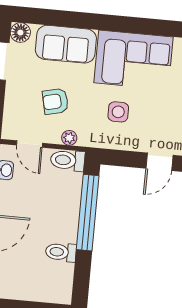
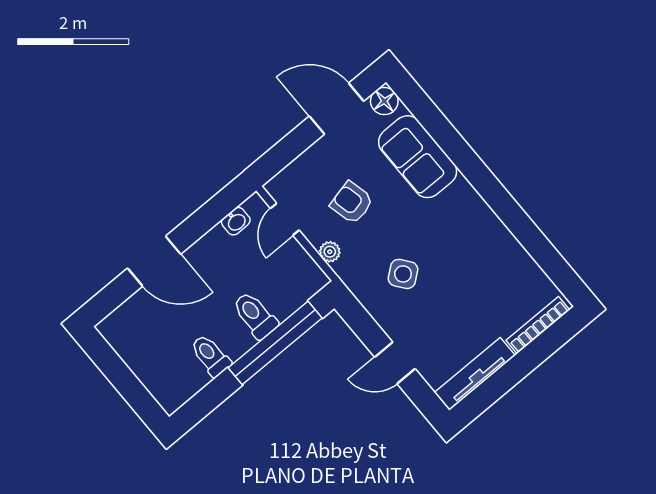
corner sofa: (134, 60) -> (469, 238), removed
side table: (118, 112) -> (403, 274), turned -38
toilet: (68, 160) -> (255, 315), moved

